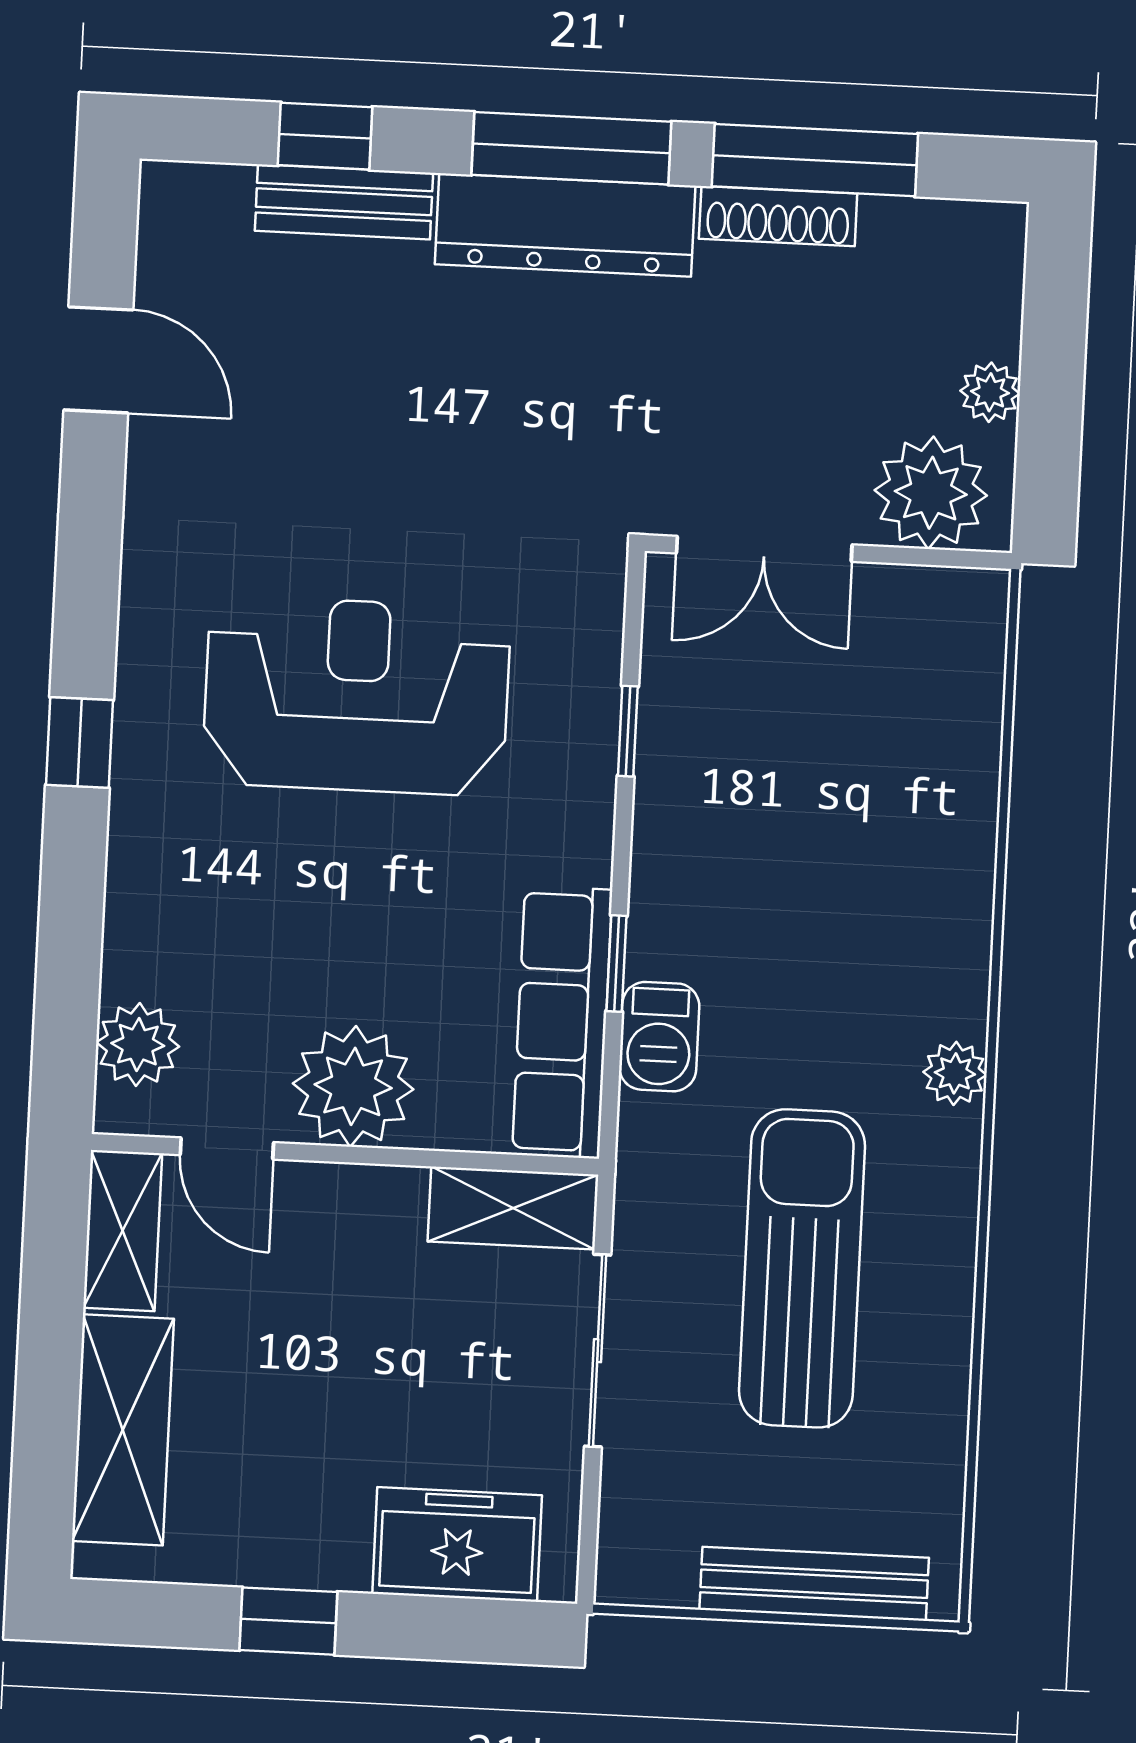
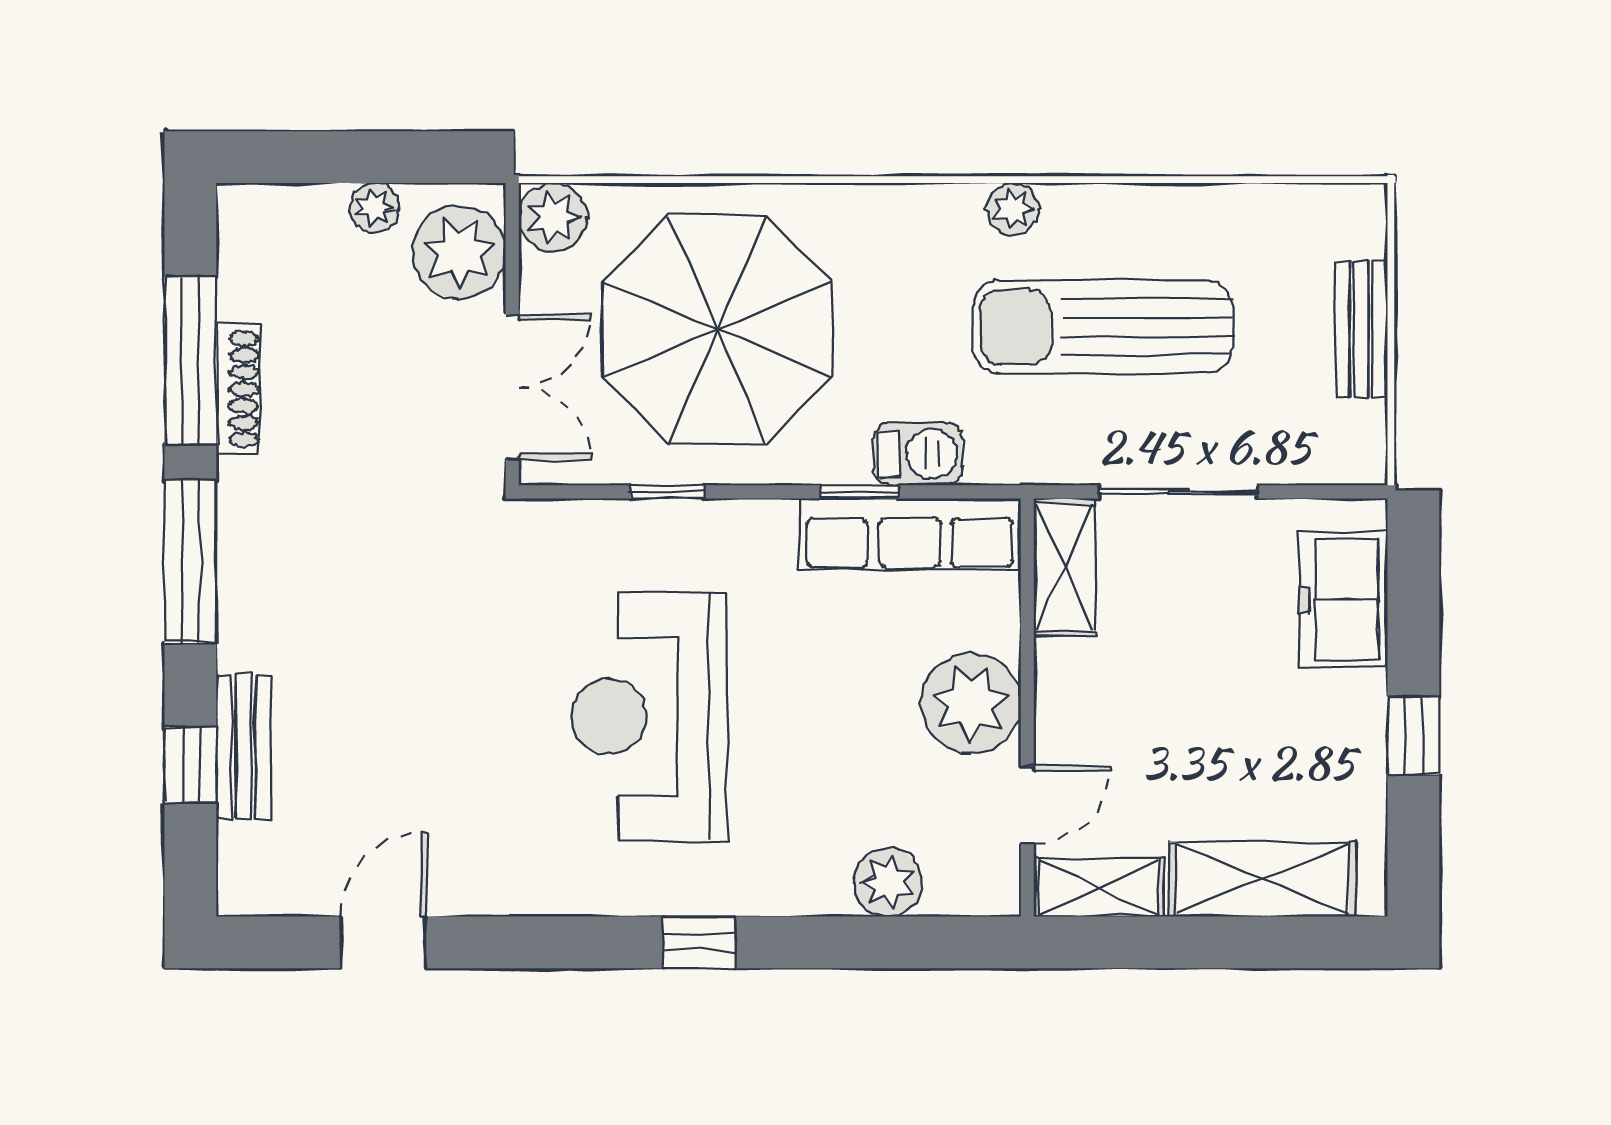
dresser: (565, 225) -> (254, 564), removed
plant: (968, 609) -> (553, 217), added
parasol: (822, 801) -> (717, 329), added
plant: (138, 1045) -> (888, 882), moved
plant: (955, 1073) -> (1013, 209), moved
bench: (814, 1584) -> (1362, 329), width x0.73

